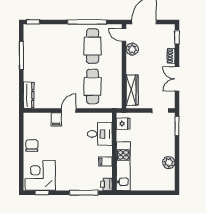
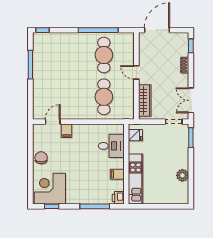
door: (124, 35) -> (136, 72), moved
plant: (132, 49) -> (145, 58), removed
double door: (177, 79) -> (191, 100), moved
dresser: (29, 95) -> (38, 106), removed
door: (69, 111) -> (53, 122), moved

